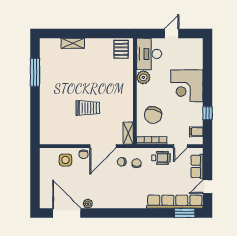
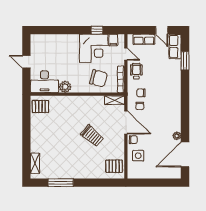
shelving: (73, 43) -> (35, 163), moved
corner desk: (187, 86) -> (94, 48), moved
trolley: (88, 108) -> (92, 136), turned 131
pallet: (53, 133) -> (114, 166), added
row of seats: (175, 202) -> (175, 46), width x0.50
window: (185, 213) -> (185, 61), moved

